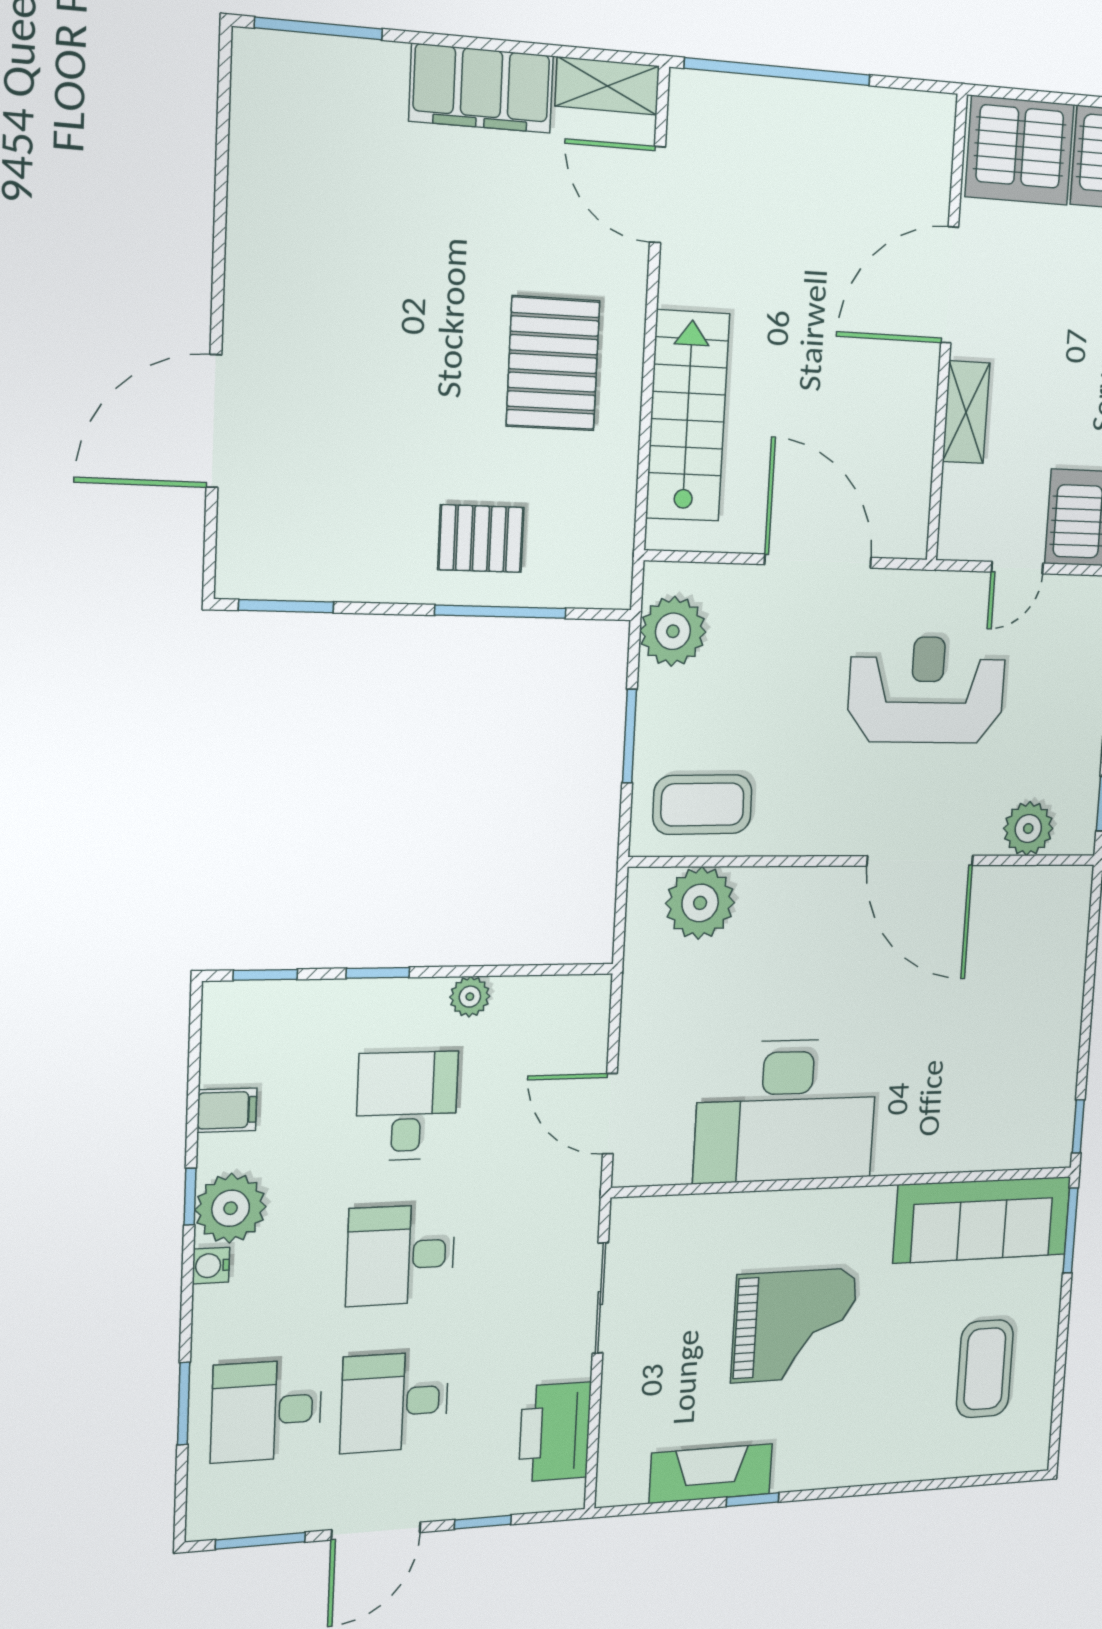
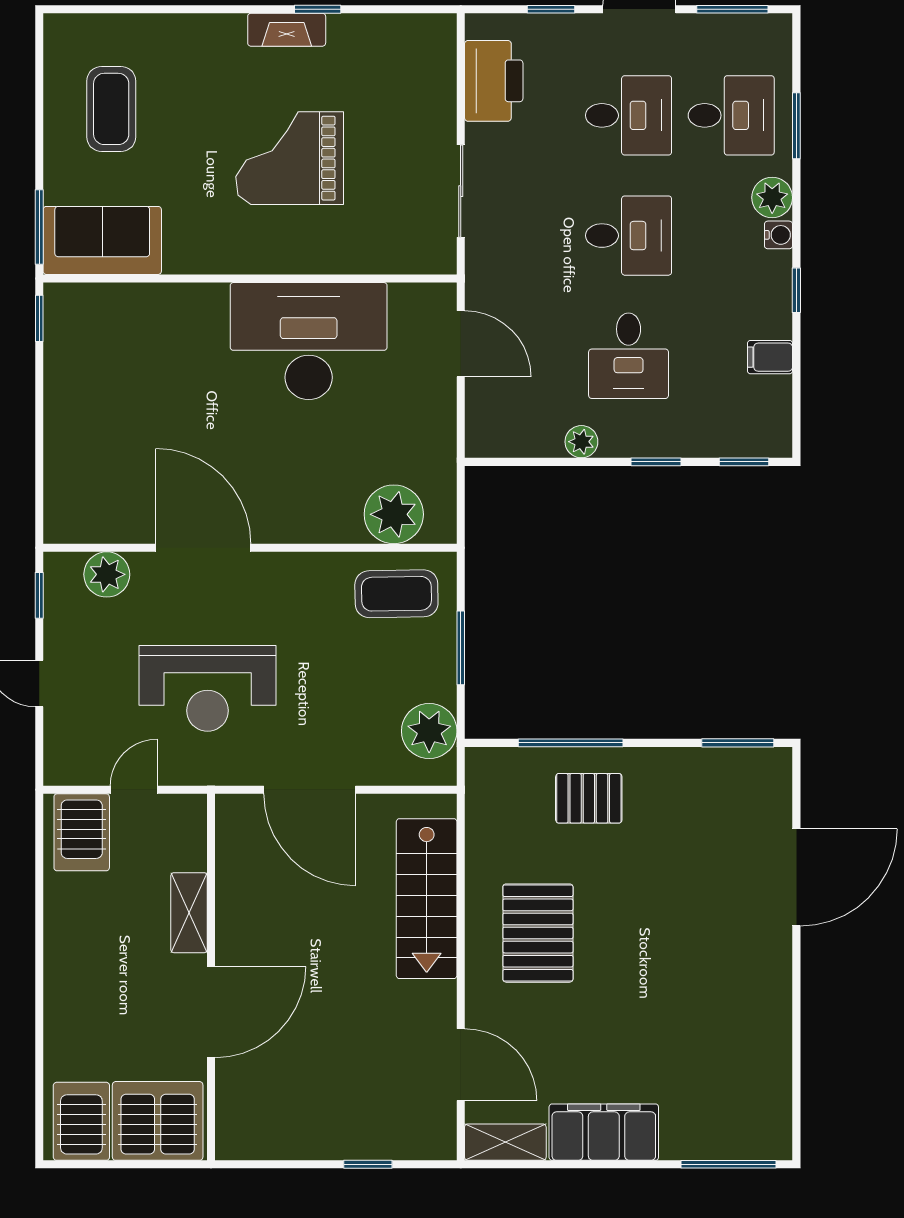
window: (778, 72) -> (368, 1164), width x0.32
plant: (231, 1208) -> (772, 198), moved, width x0.73, depth x0.73
sofa: (982, 1220) -> (102, 240), width x0.73
fireplace: (711, 1473) -> (287, 30), moved, width x0.73, depth x0.76

